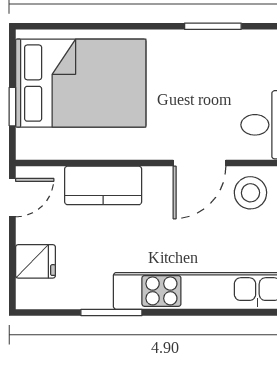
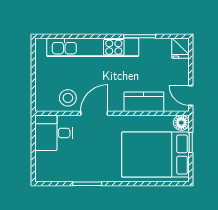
floor lamp: (31, 145) -> (181, 123), added
door: (12, 198) -> (191, 95), hinge flipped
fridge: (35, 261) -> (180, 48), moved, turned -90

